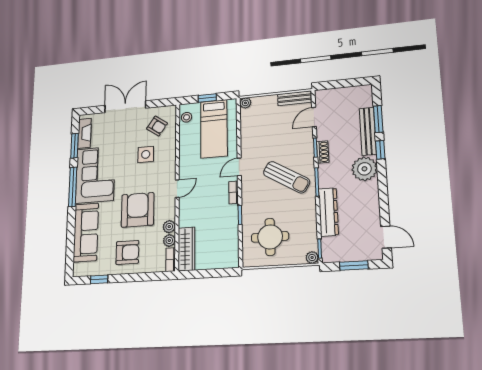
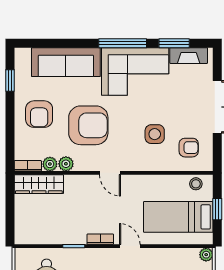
armchair: (157, 126) -> (189, 148), turned -125

